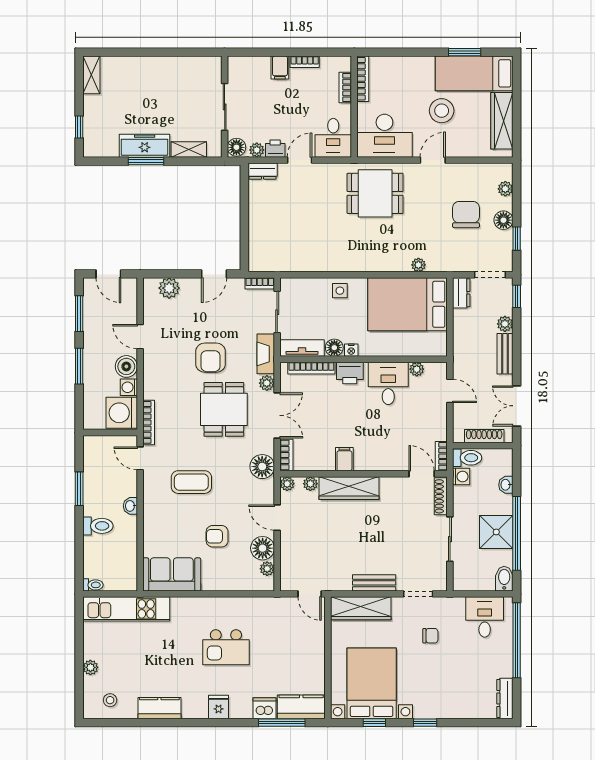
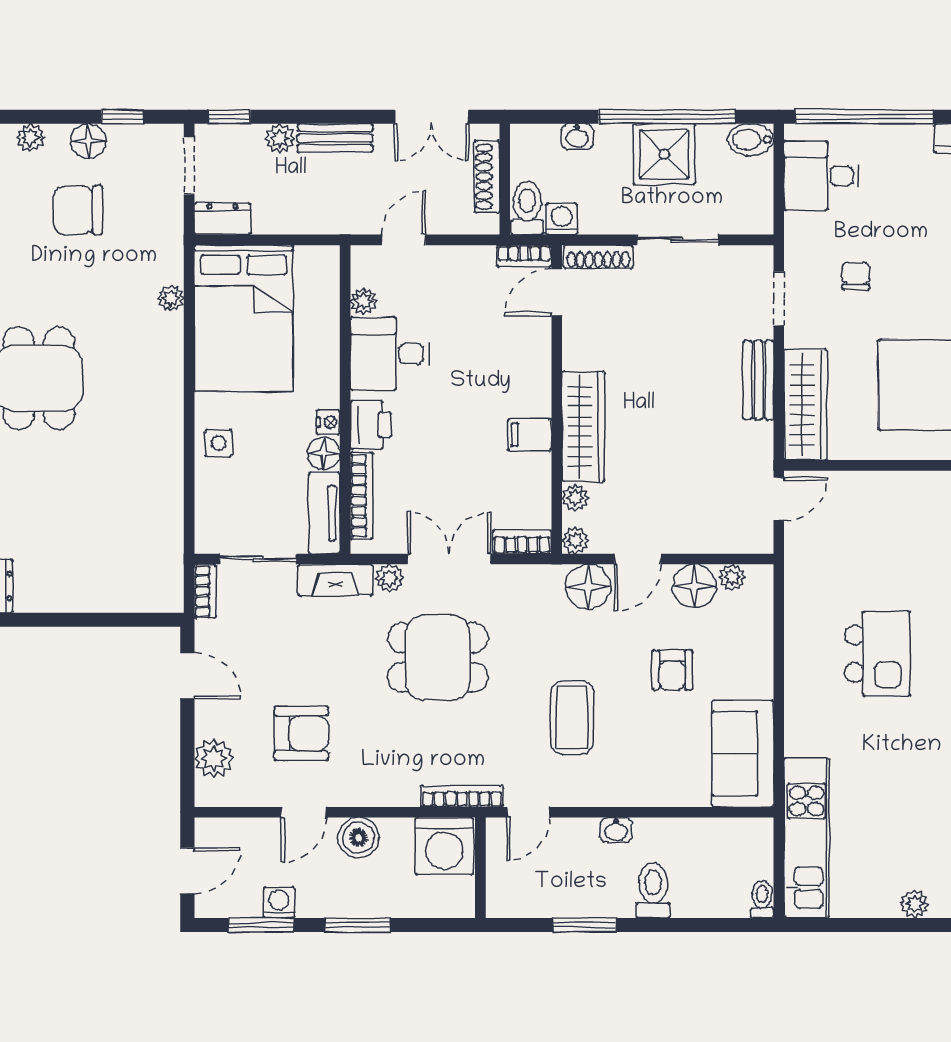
armchair: (211, 358) -> (301, 733), moved
washing machine: (129, 387) -> (279, 902), moved, turned 180
floor lamp: (262, 467) -> (588, 587), moved

